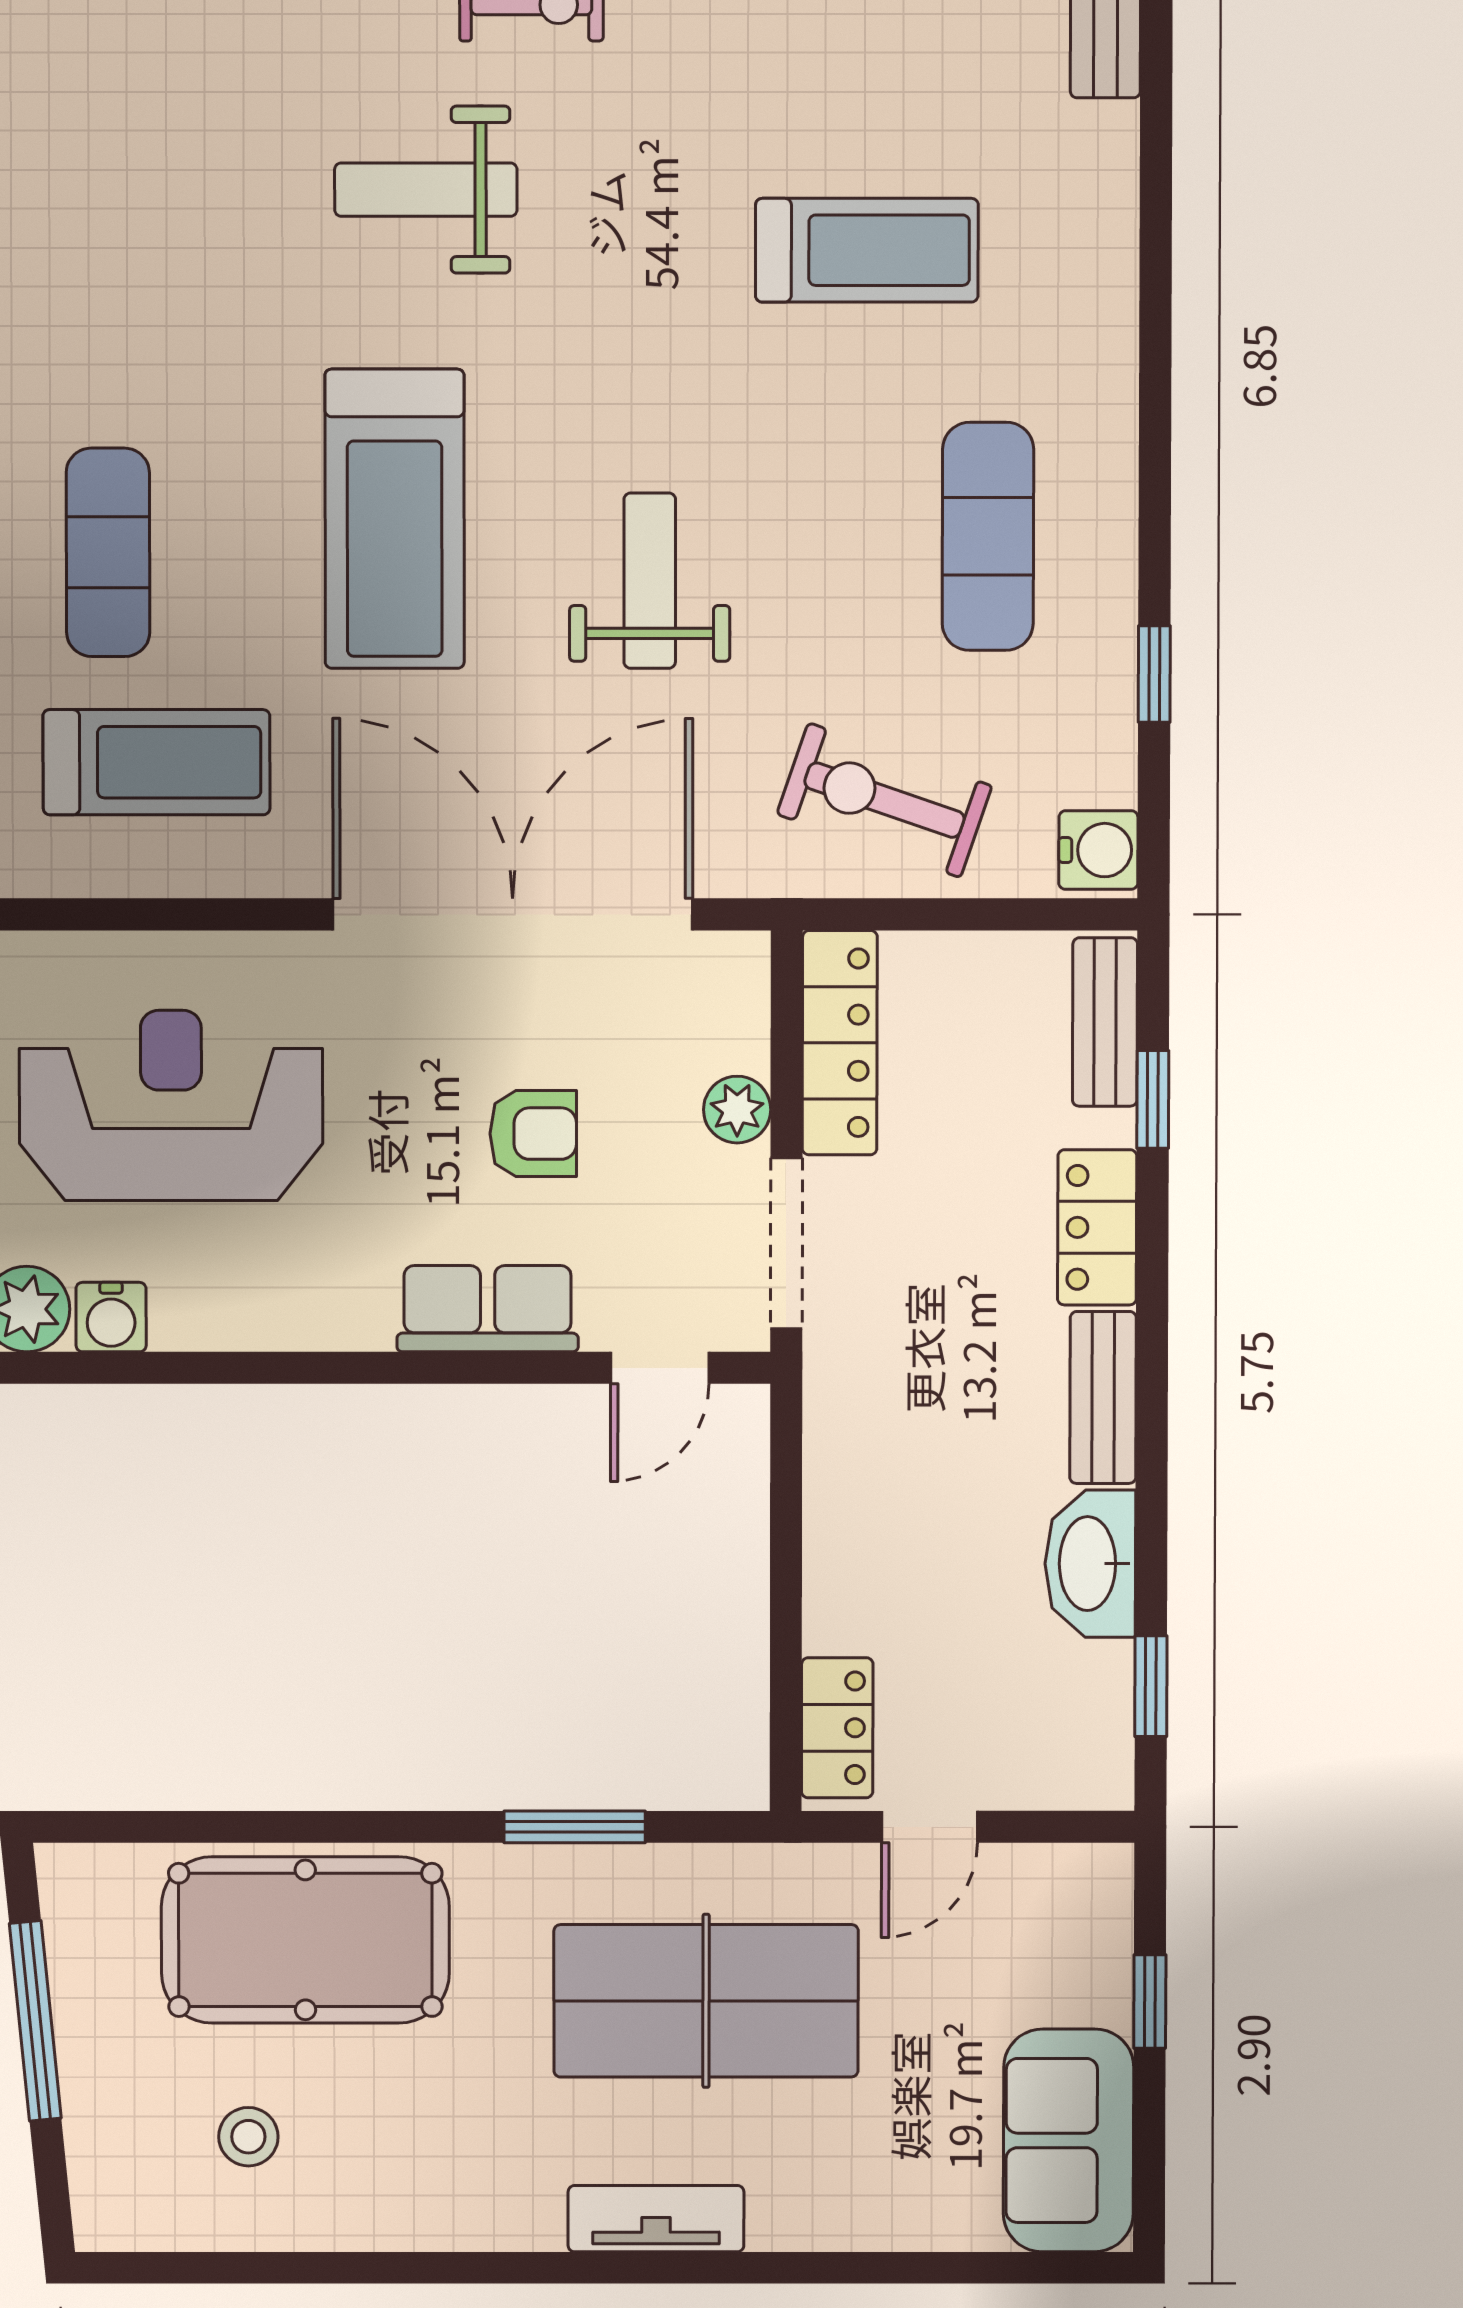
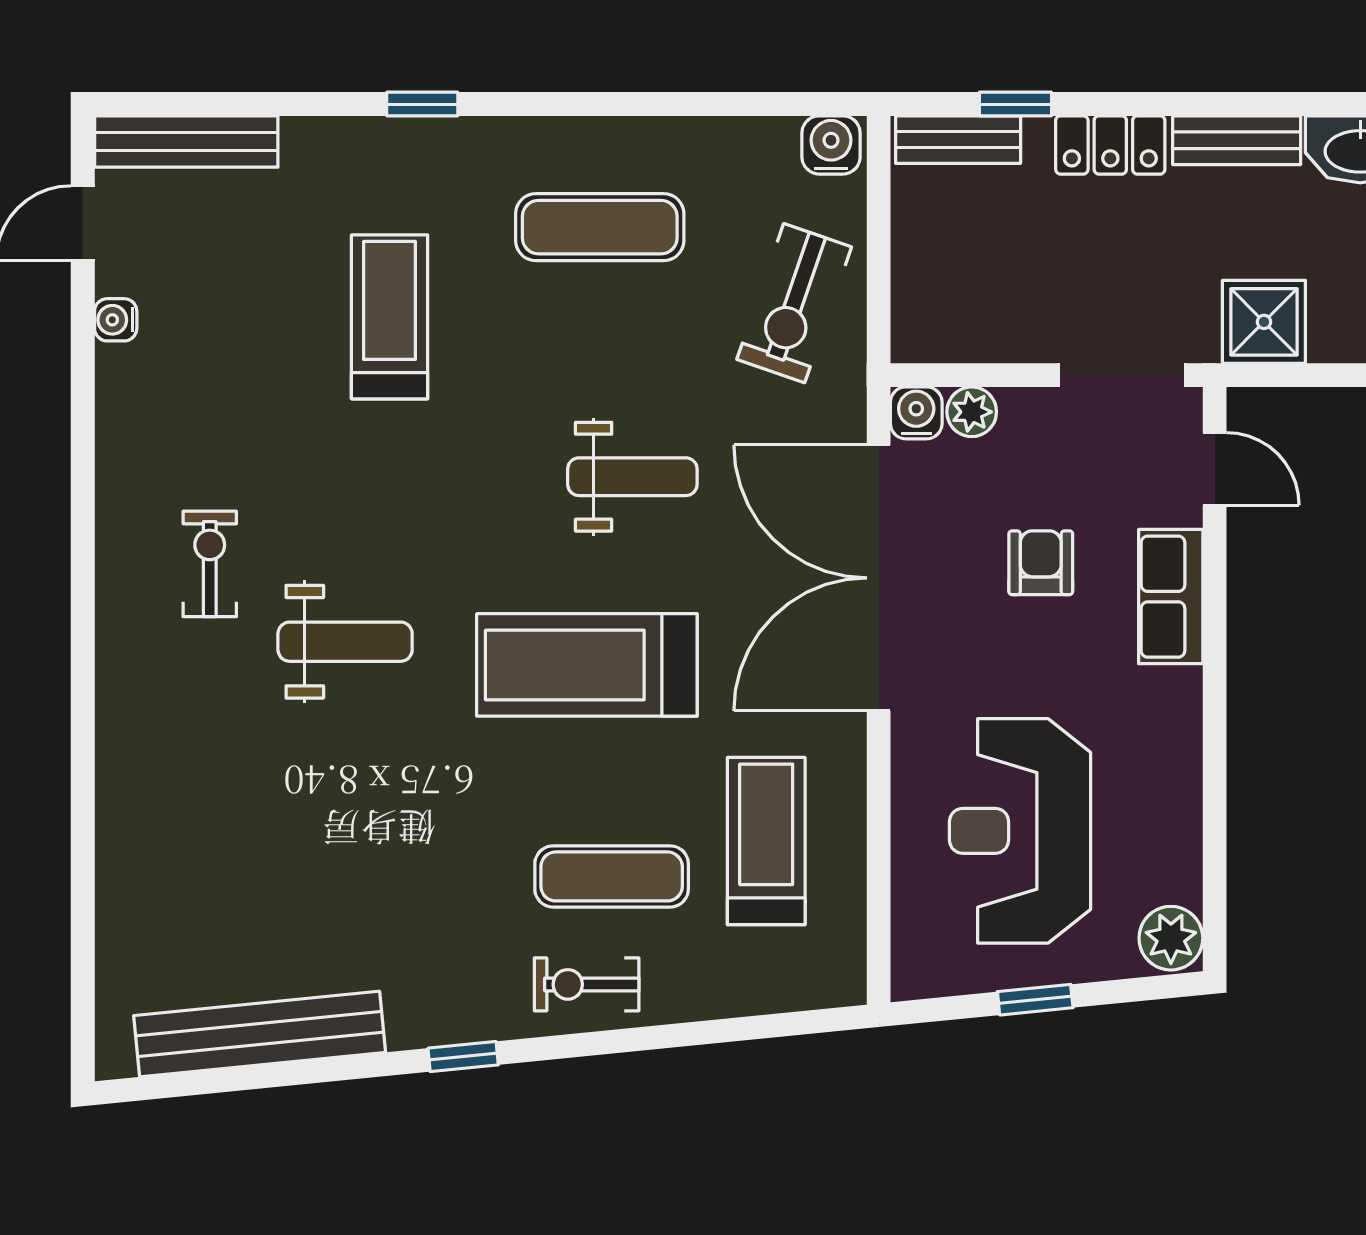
weight bench: (426, 190) -> (345, 642), turned -90
treadmill: (395, 519) -> (587, 665), turned 180
weight bench: (650, 581) -> (632, 477), turned 180
window: (1154, 674) -> (422, 104), moved
locker: (840, 1043) -> (973, 336), removed
plant: (737, 1110) -> (972, 412), moved
water cooler: (111, 1317) -> (916, 413), moved, turned -90
shower: (858, 1434) -> (1264, 322), added

